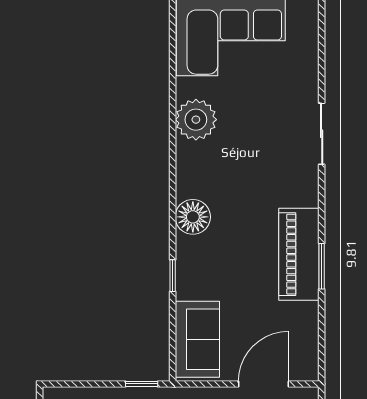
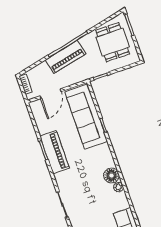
plant: (196, 120) -> (119, 187), width x0.53, depth x0.53
floor lamp: (193, 217) -> (111, 175), moved
sofa: (197, 339) -> (86, 117), width x1.85, depth x1.27

